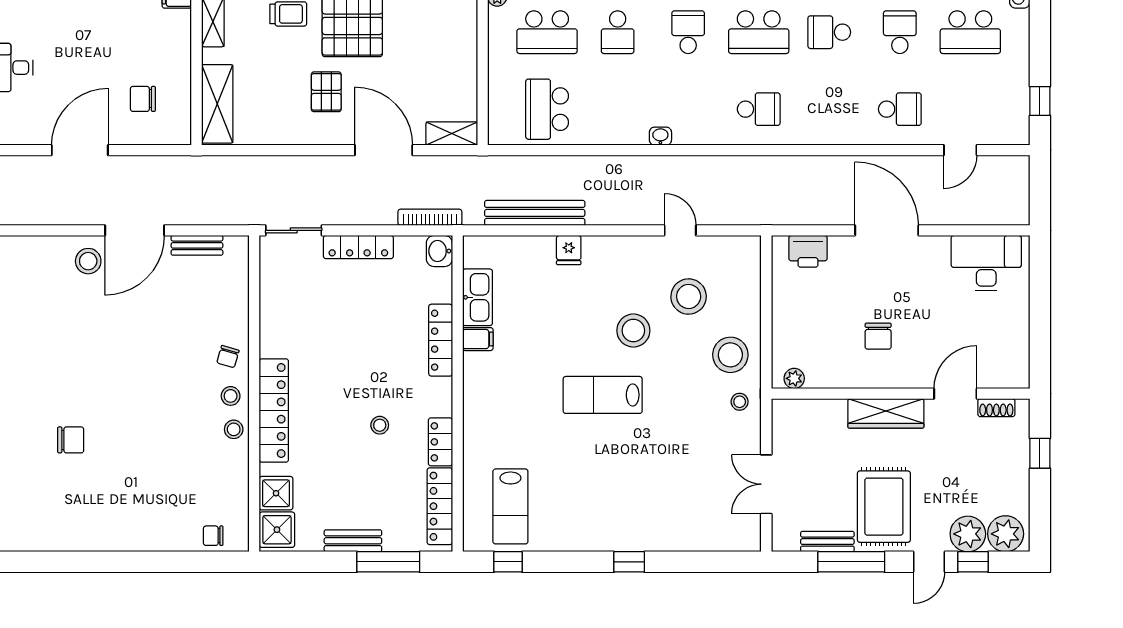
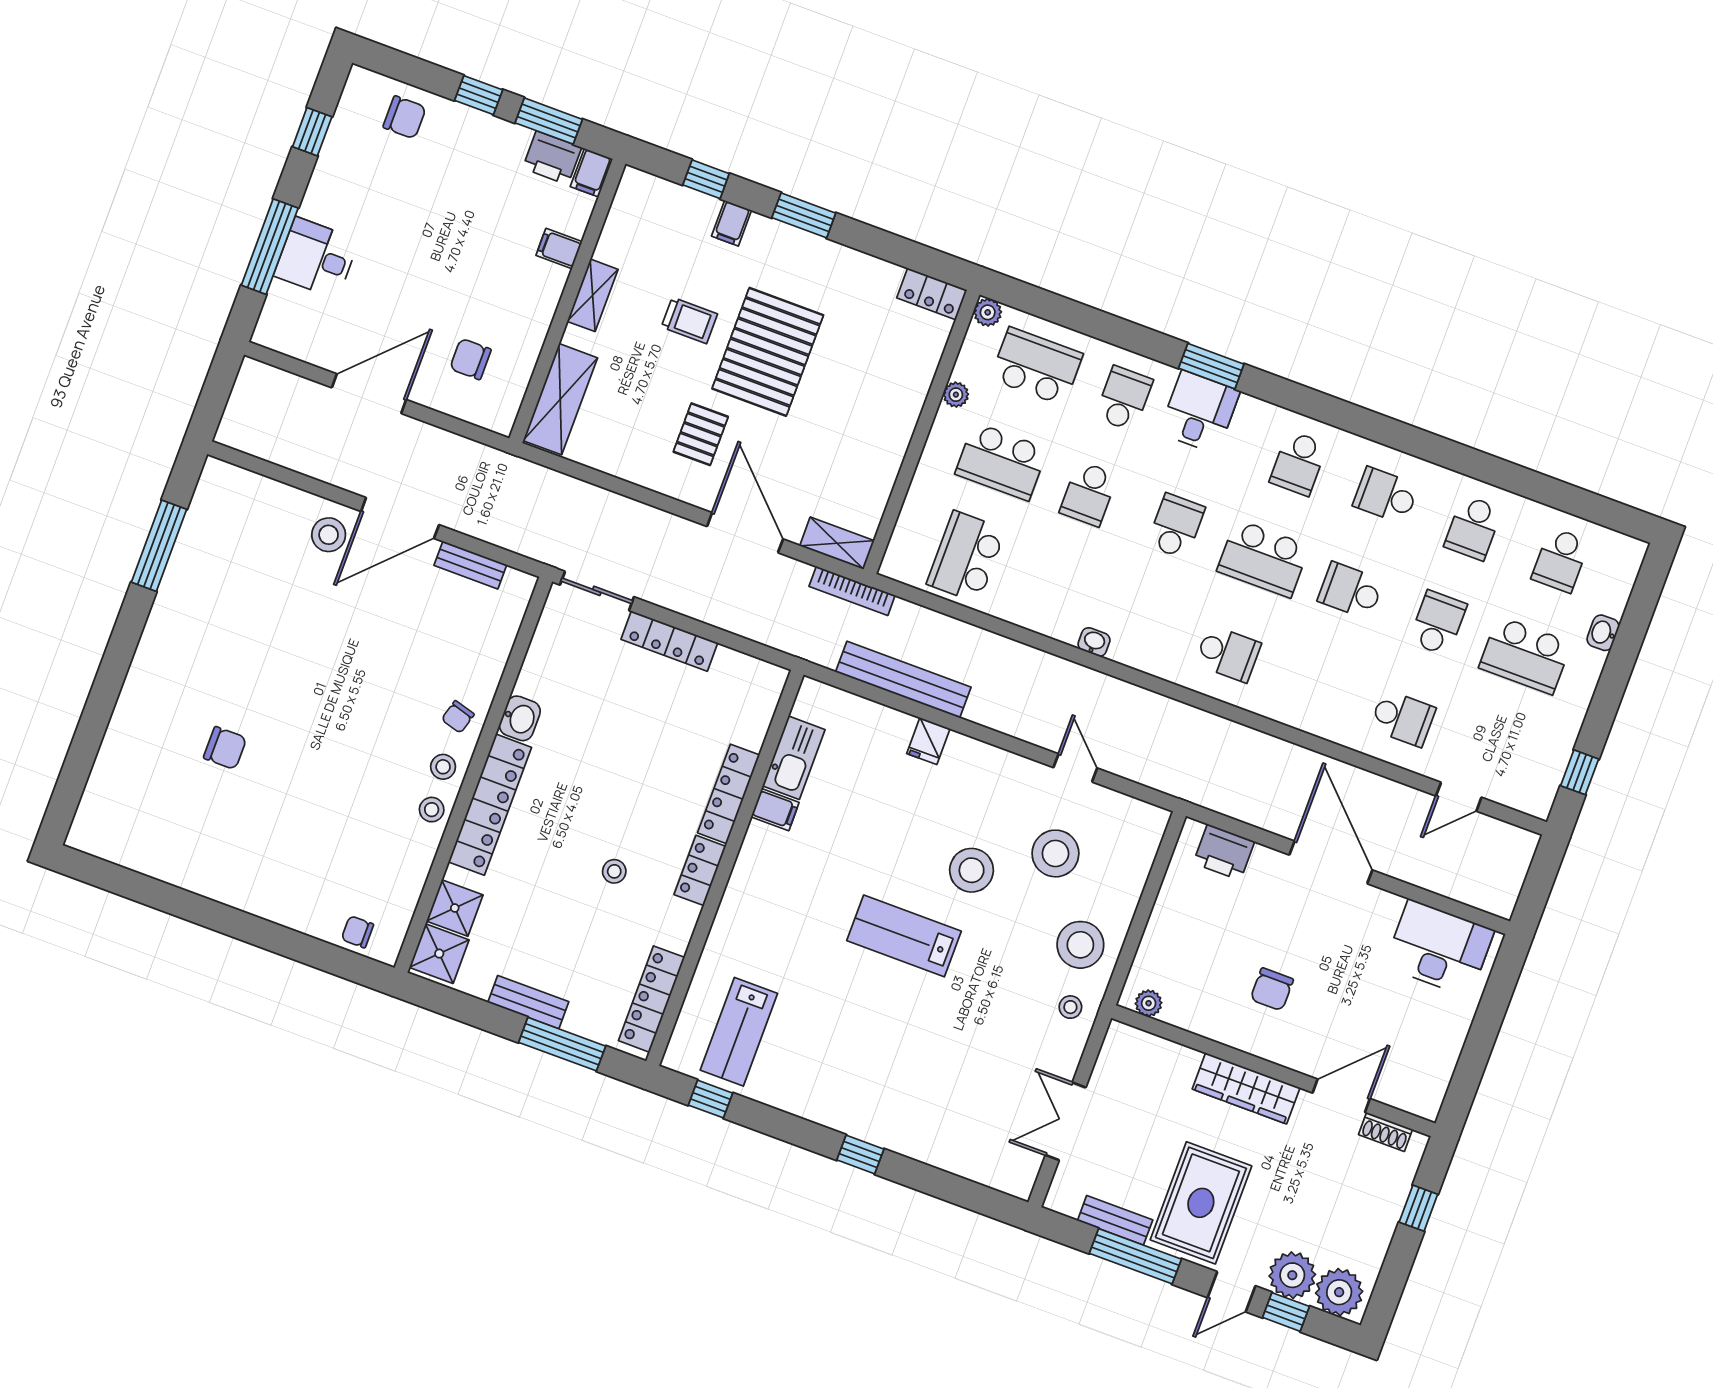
bookcase: (430, 217) -> (852, 591), moved, turned 180
washbasin: (439, 251) -> (520, 718), moved, turned 180
locker: (440, 442) -> (700, 870), moved

